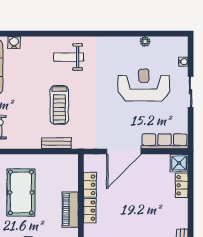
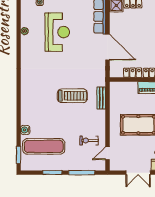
weight bench: (69, 57) -> (36, 89), removed
reception desk: (144, 85) -> (57, 32), turned 180

